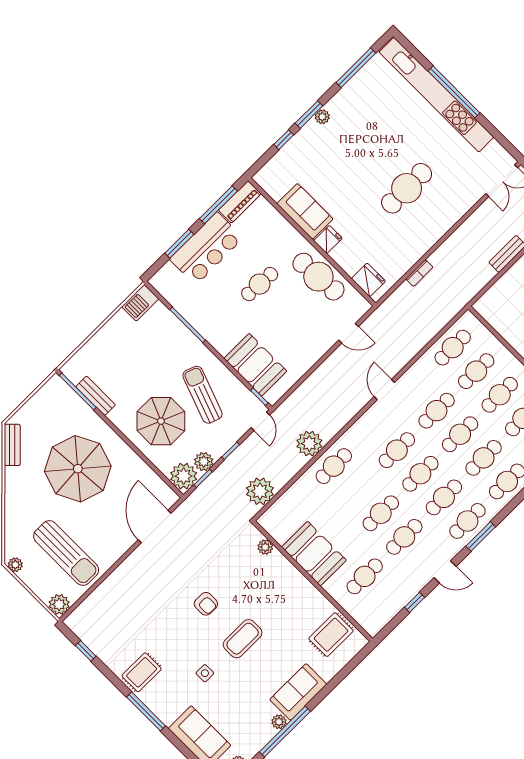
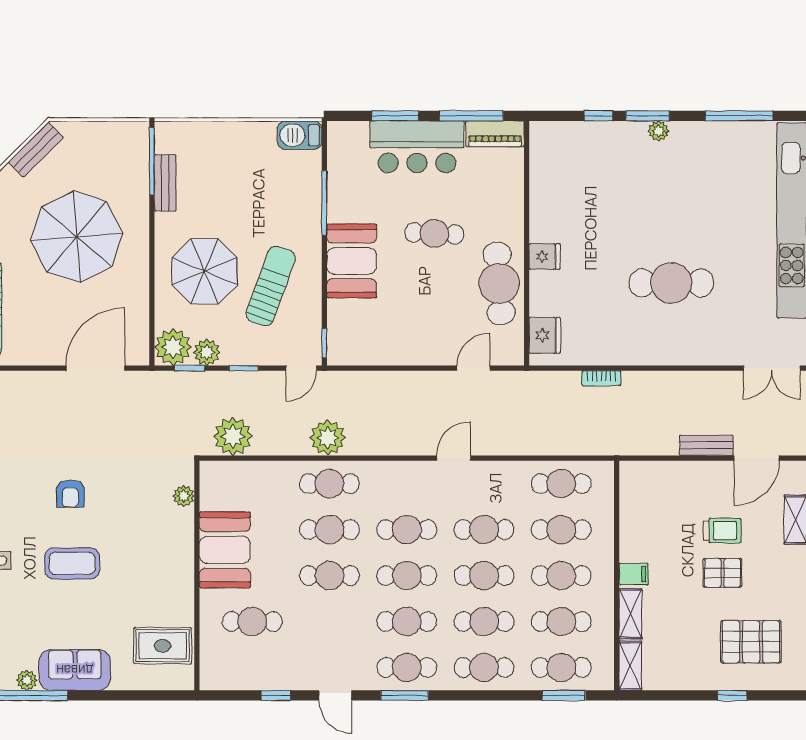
sofa: (305, 211) -> (549, 206), removed
door: (349, 333) -> (473, 368), swing flipped
booth: (255, 365) -> (352, 261), moved
cafe table: (404, 537) -> (329, 530), moved

